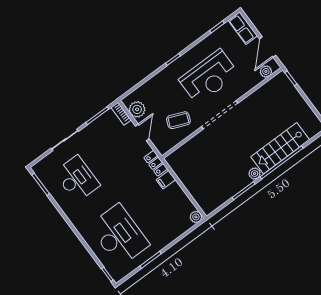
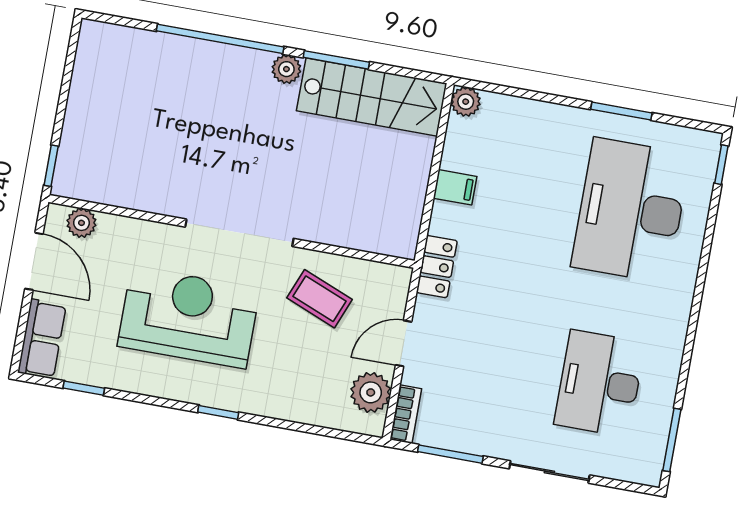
door: (268, 47) -> (34, 261), hinge flipped
stairs: (280, 148) -> (372, 97), moved
filing cabinet: (166, 180) -> (455, 187), moved

